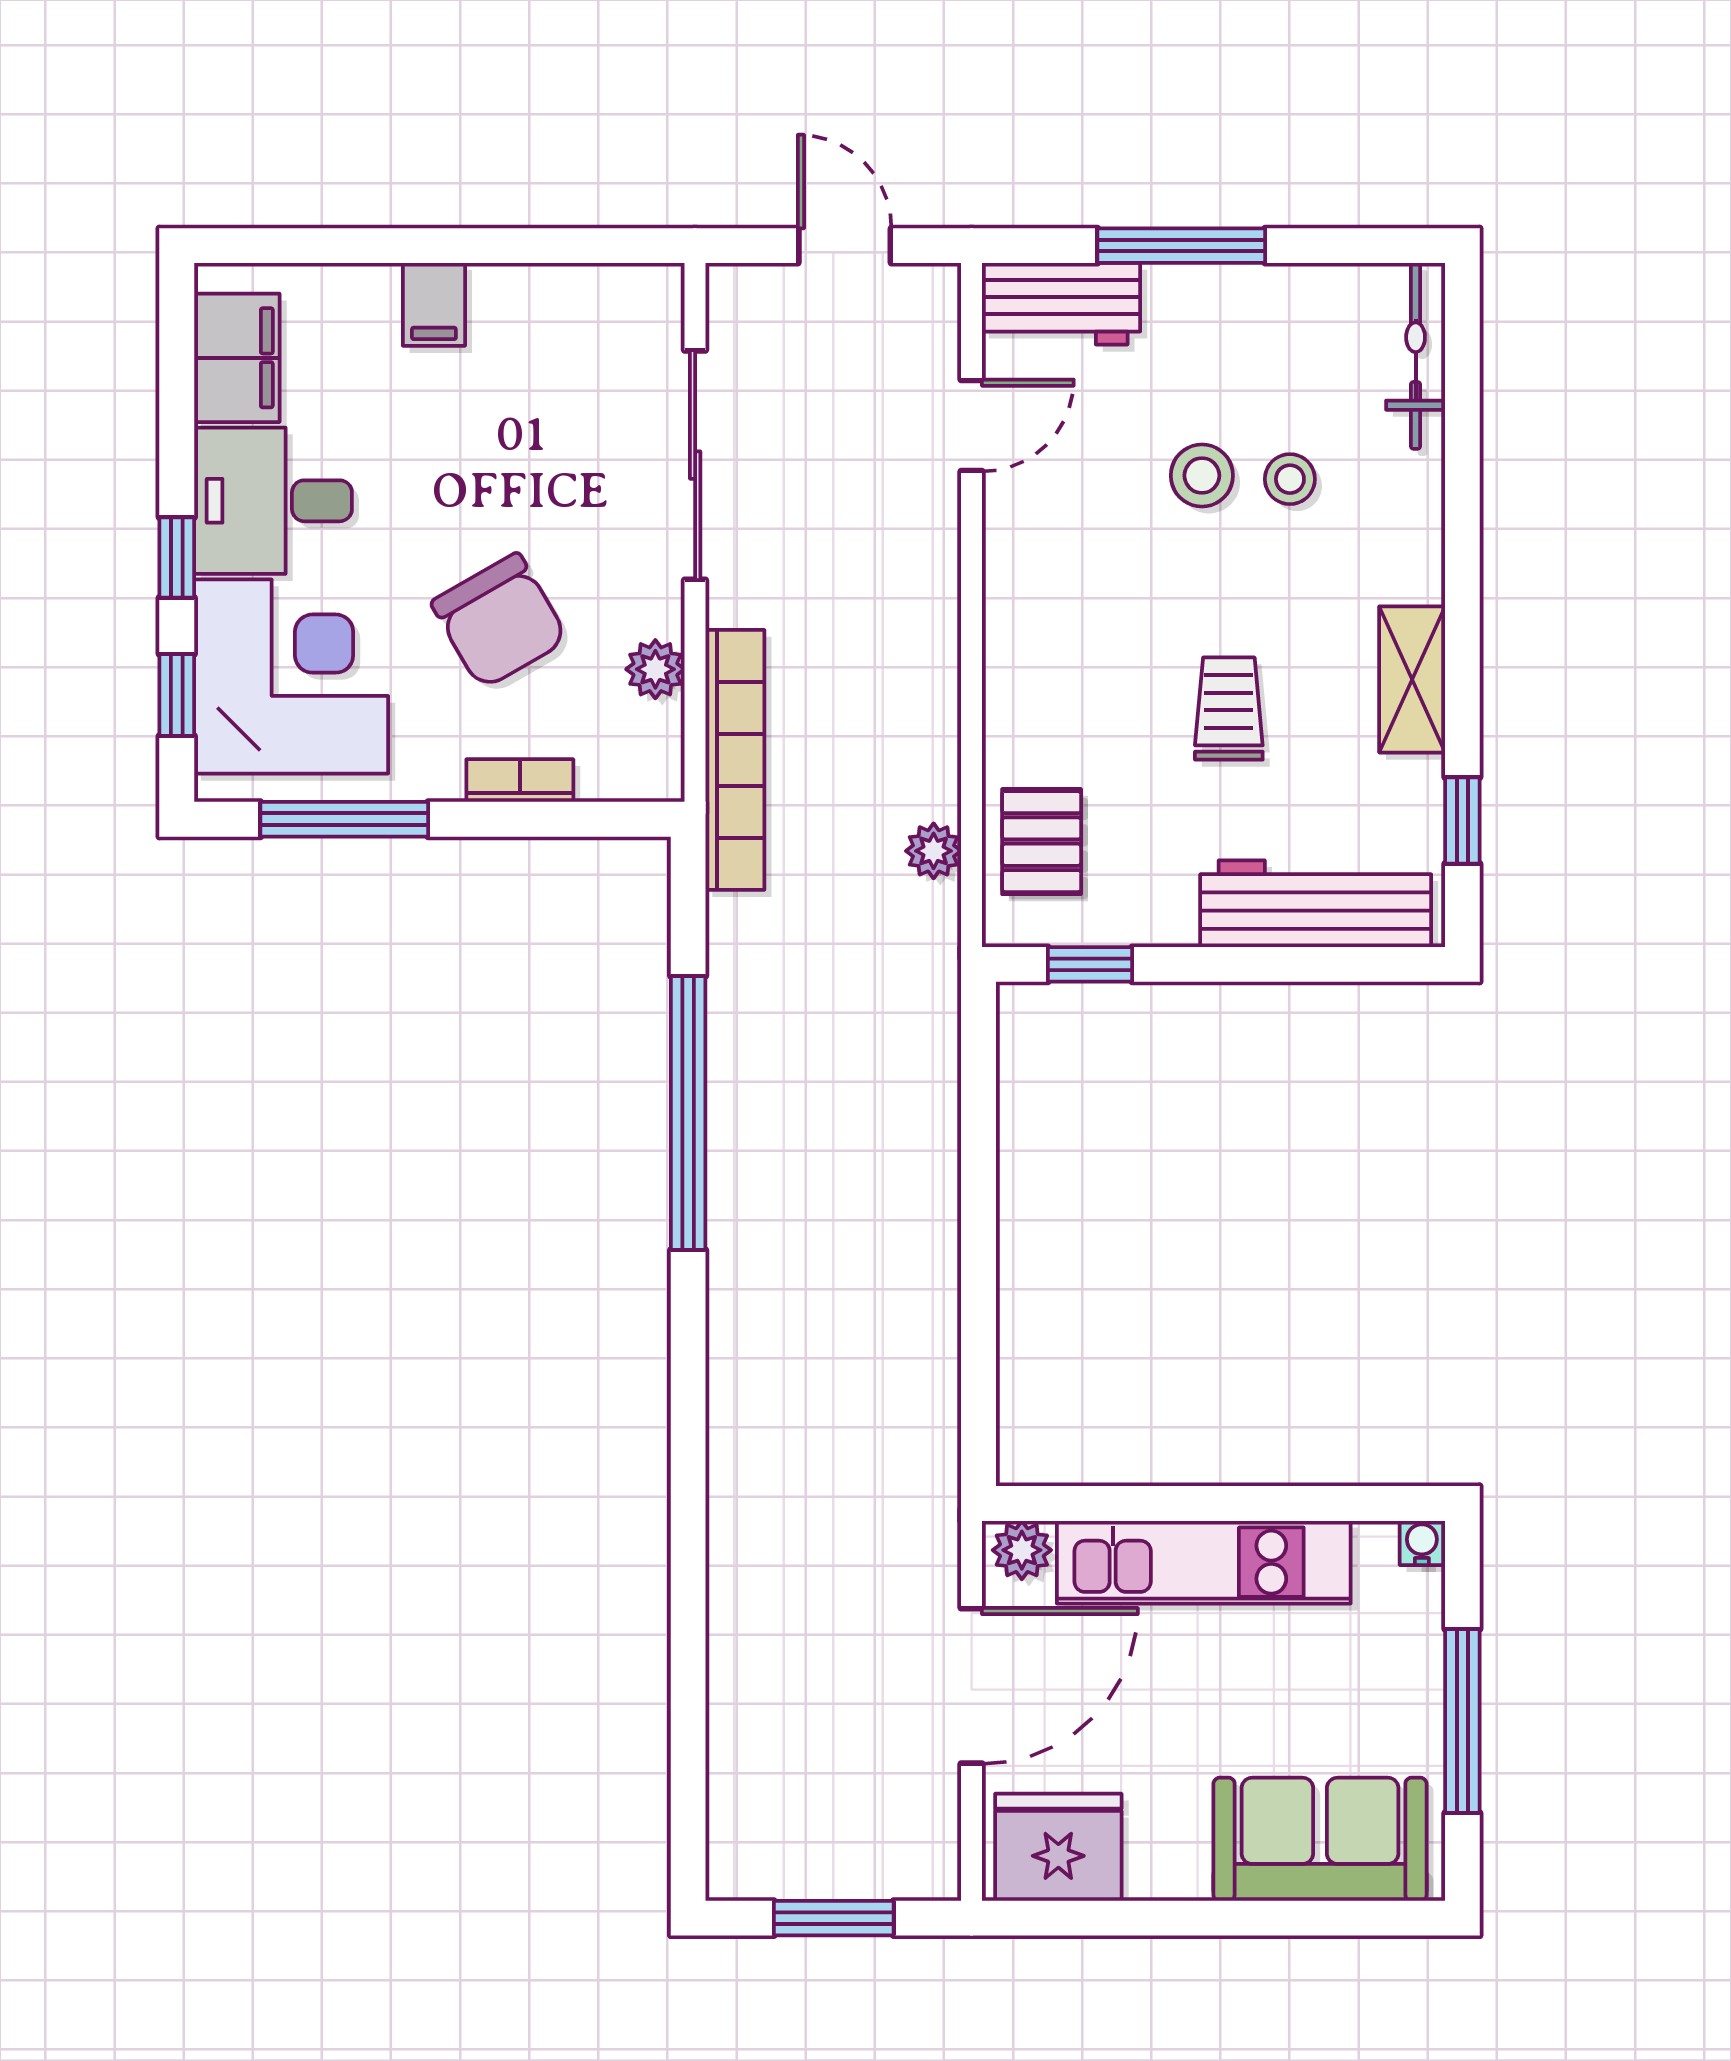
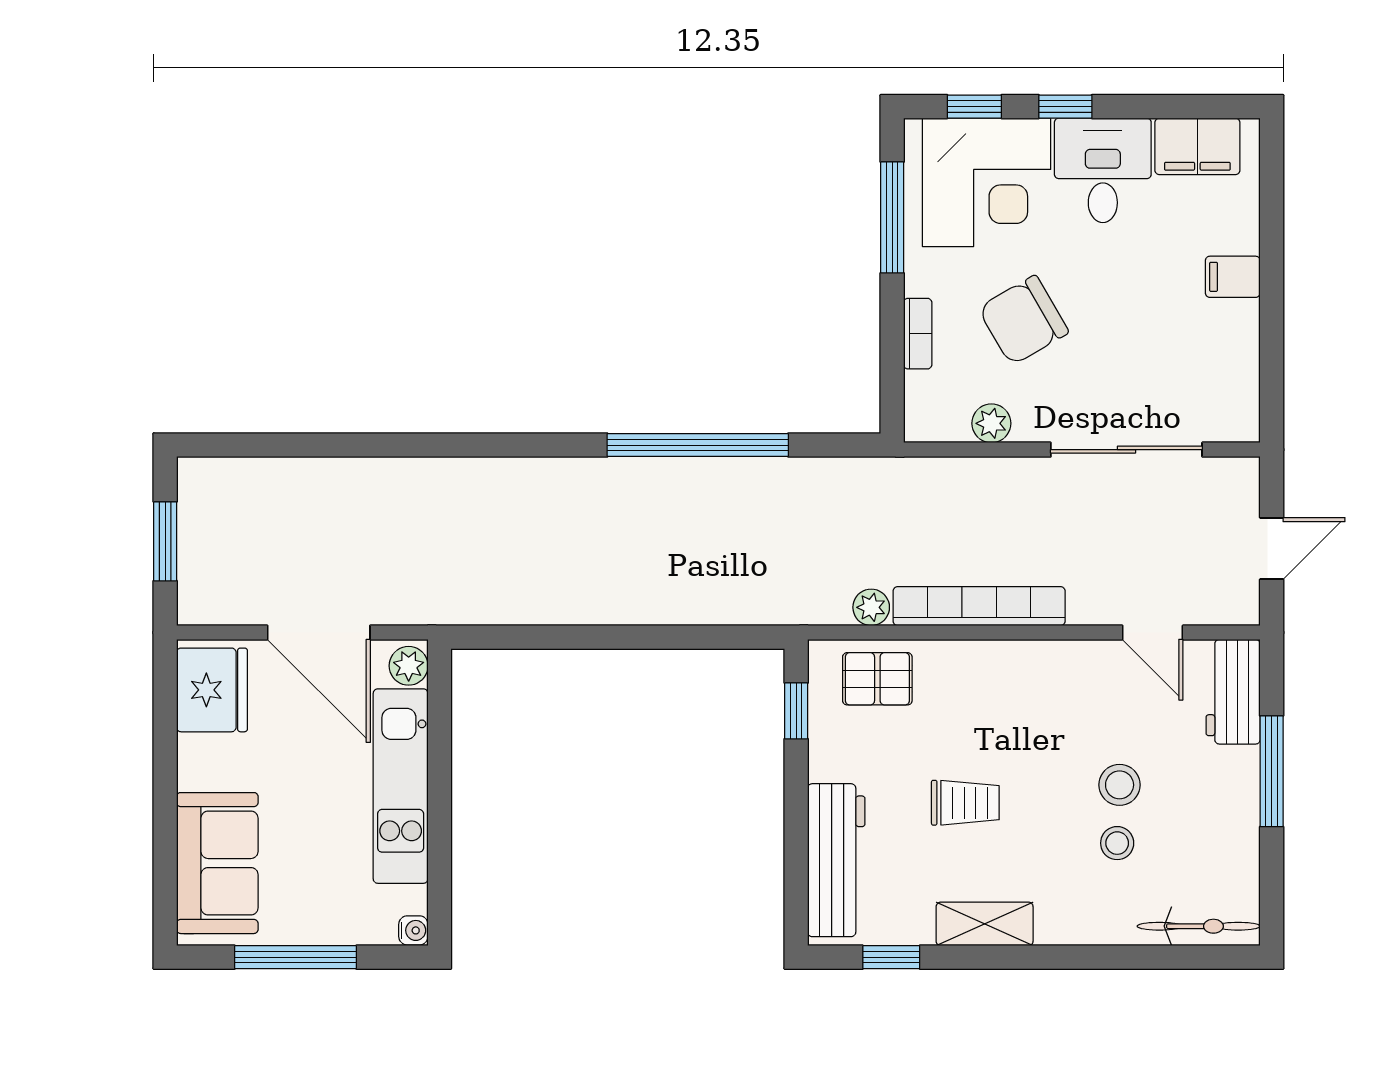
bookcase: (735, 760) -> (979, 606), moved, turned 180

